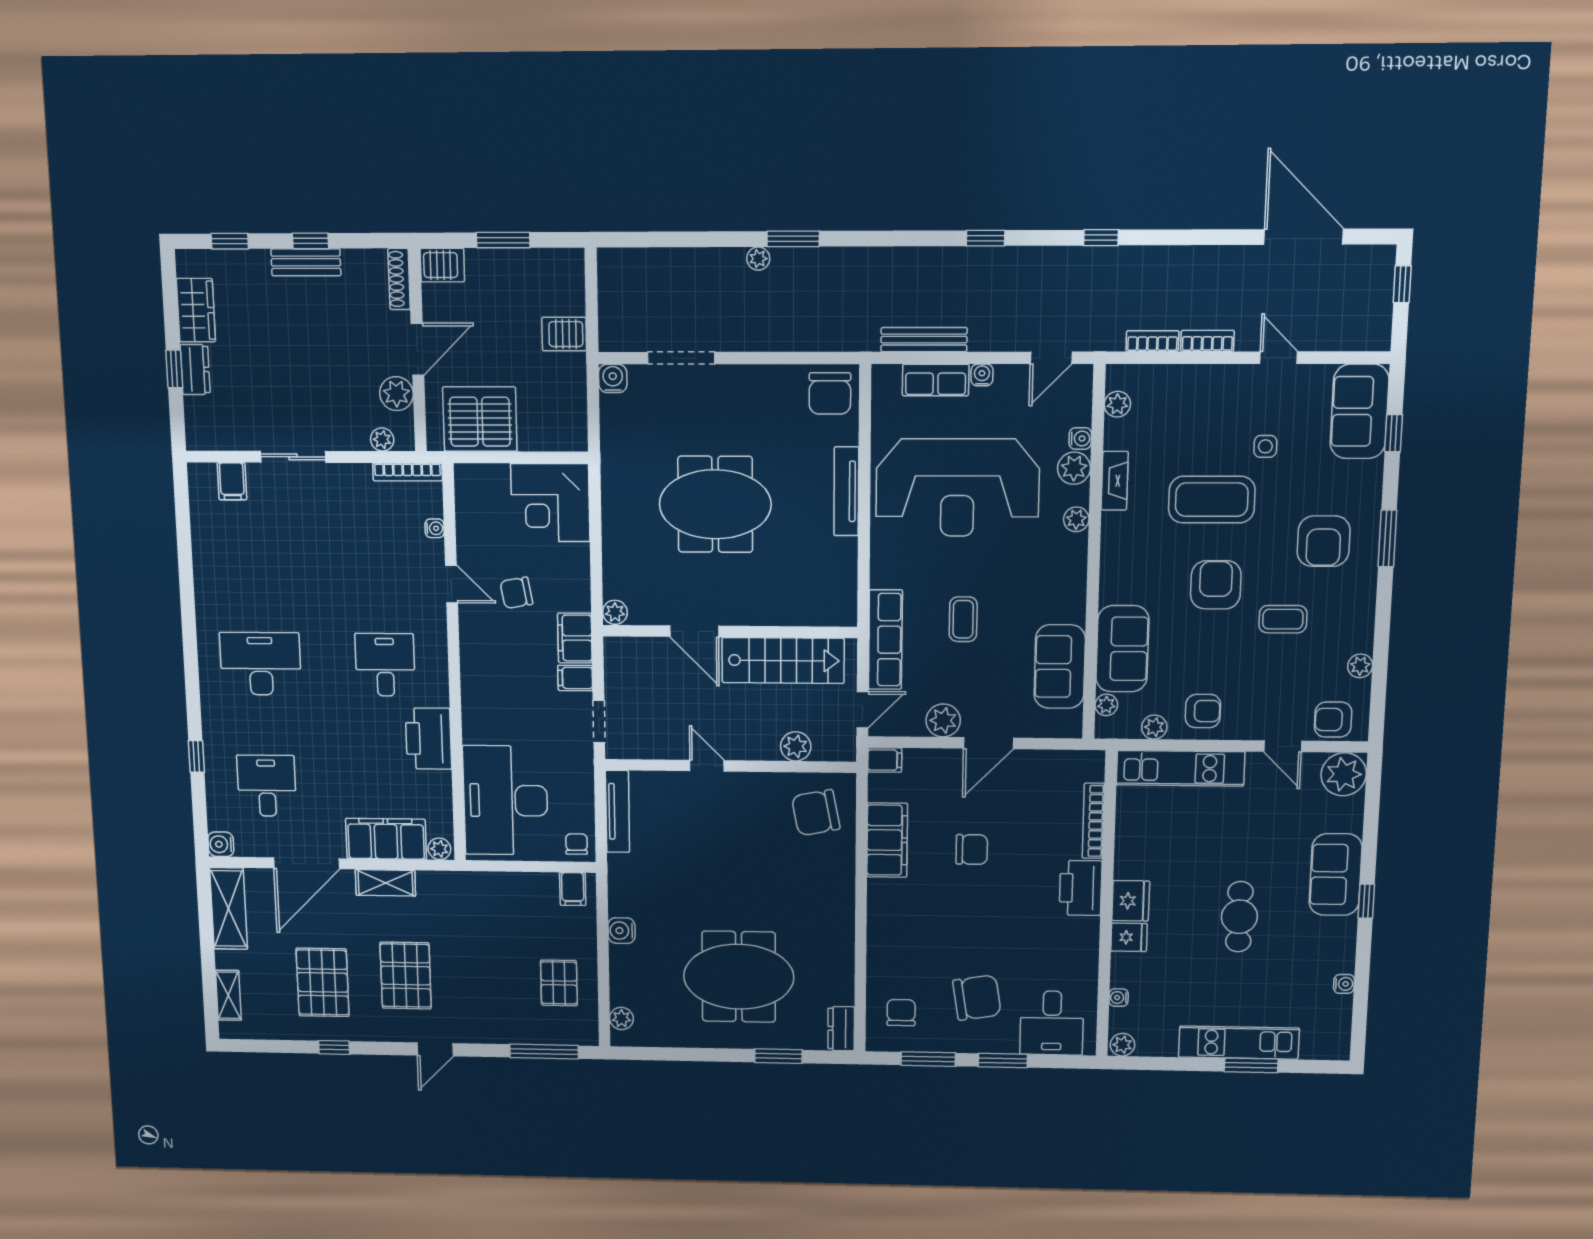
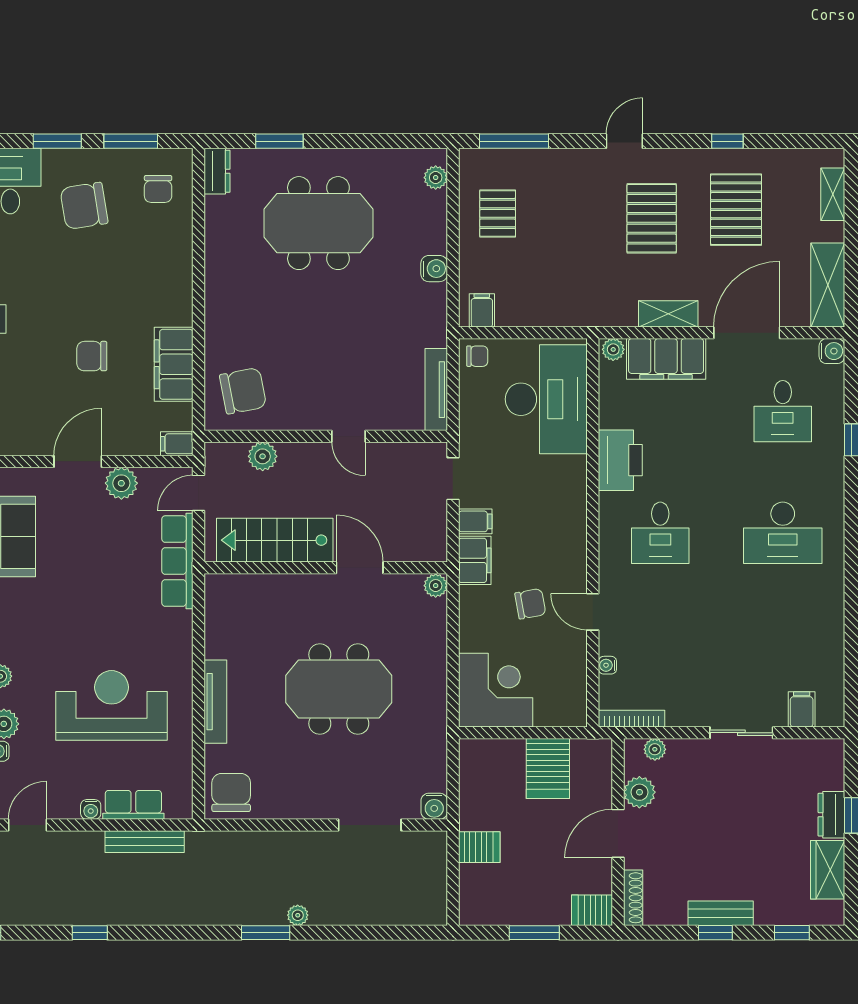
server rack: (480, 419) -> (548, 769), width x0.62
reception desk: (957, 488) -> (112, 705), width x0.74, depth x0.77
coffee table: (963, 619) -> (104, 581), removed
chair: (576, 844) -> (477, 356), turned -90

